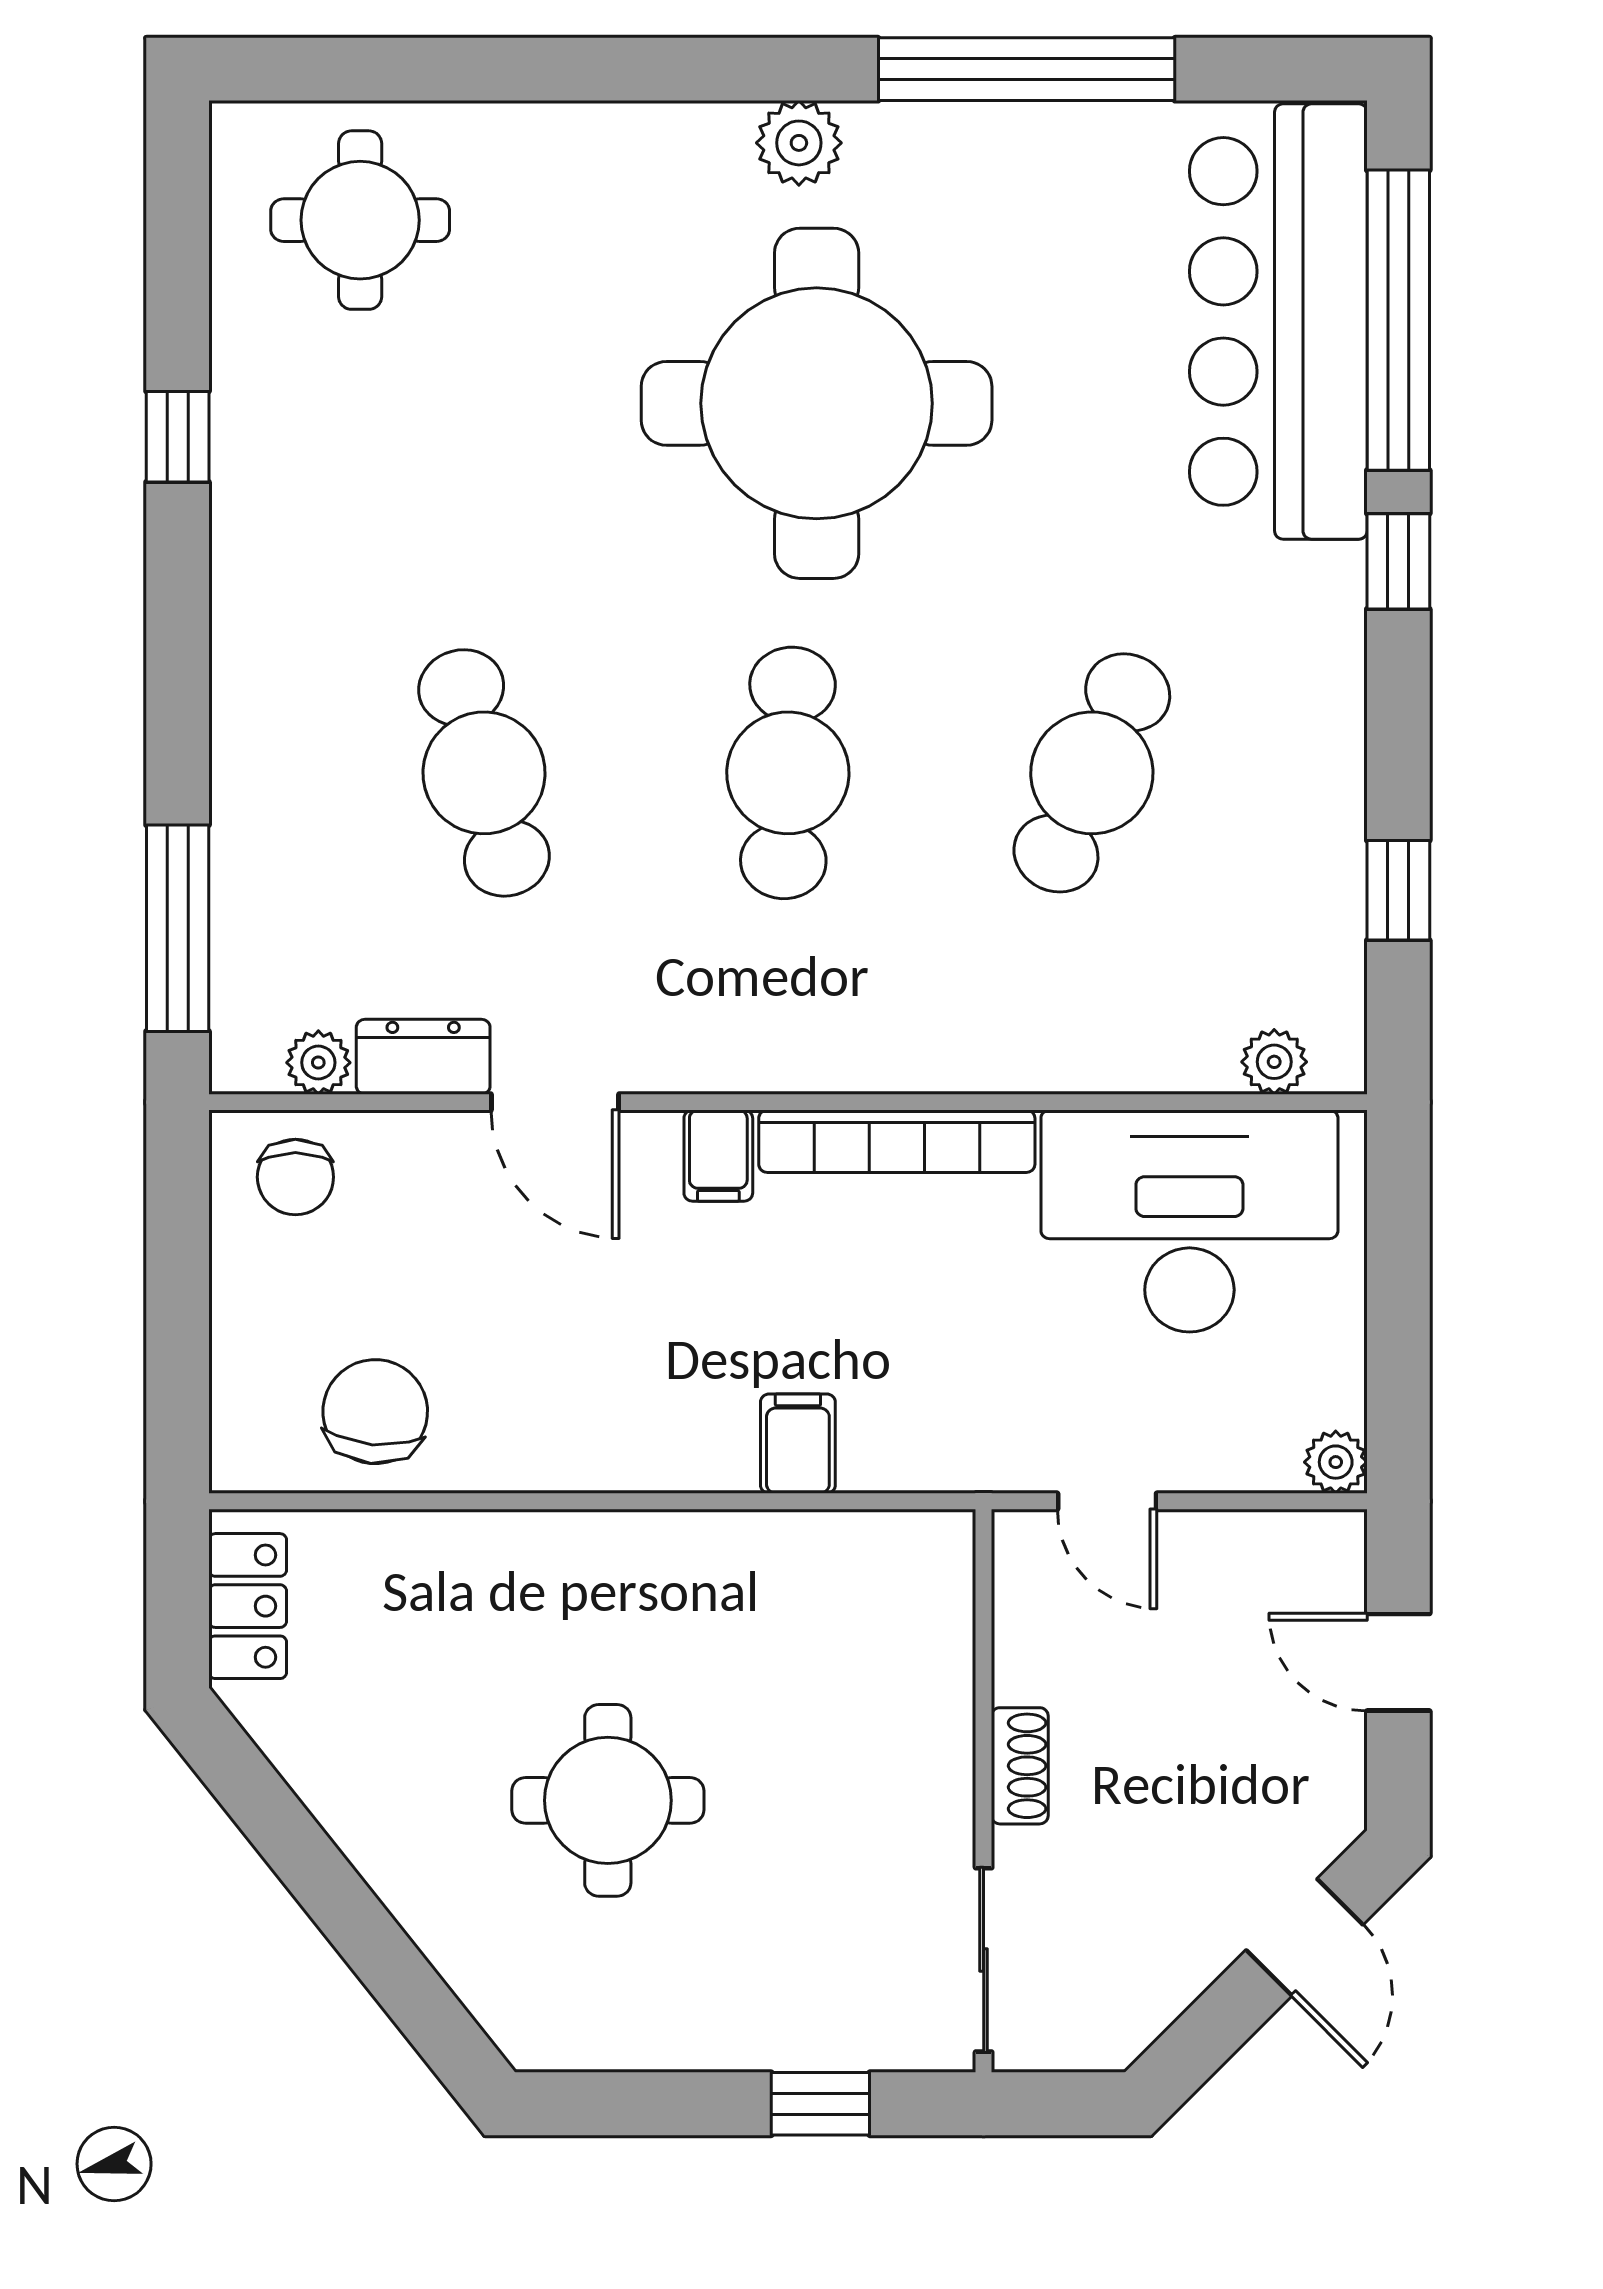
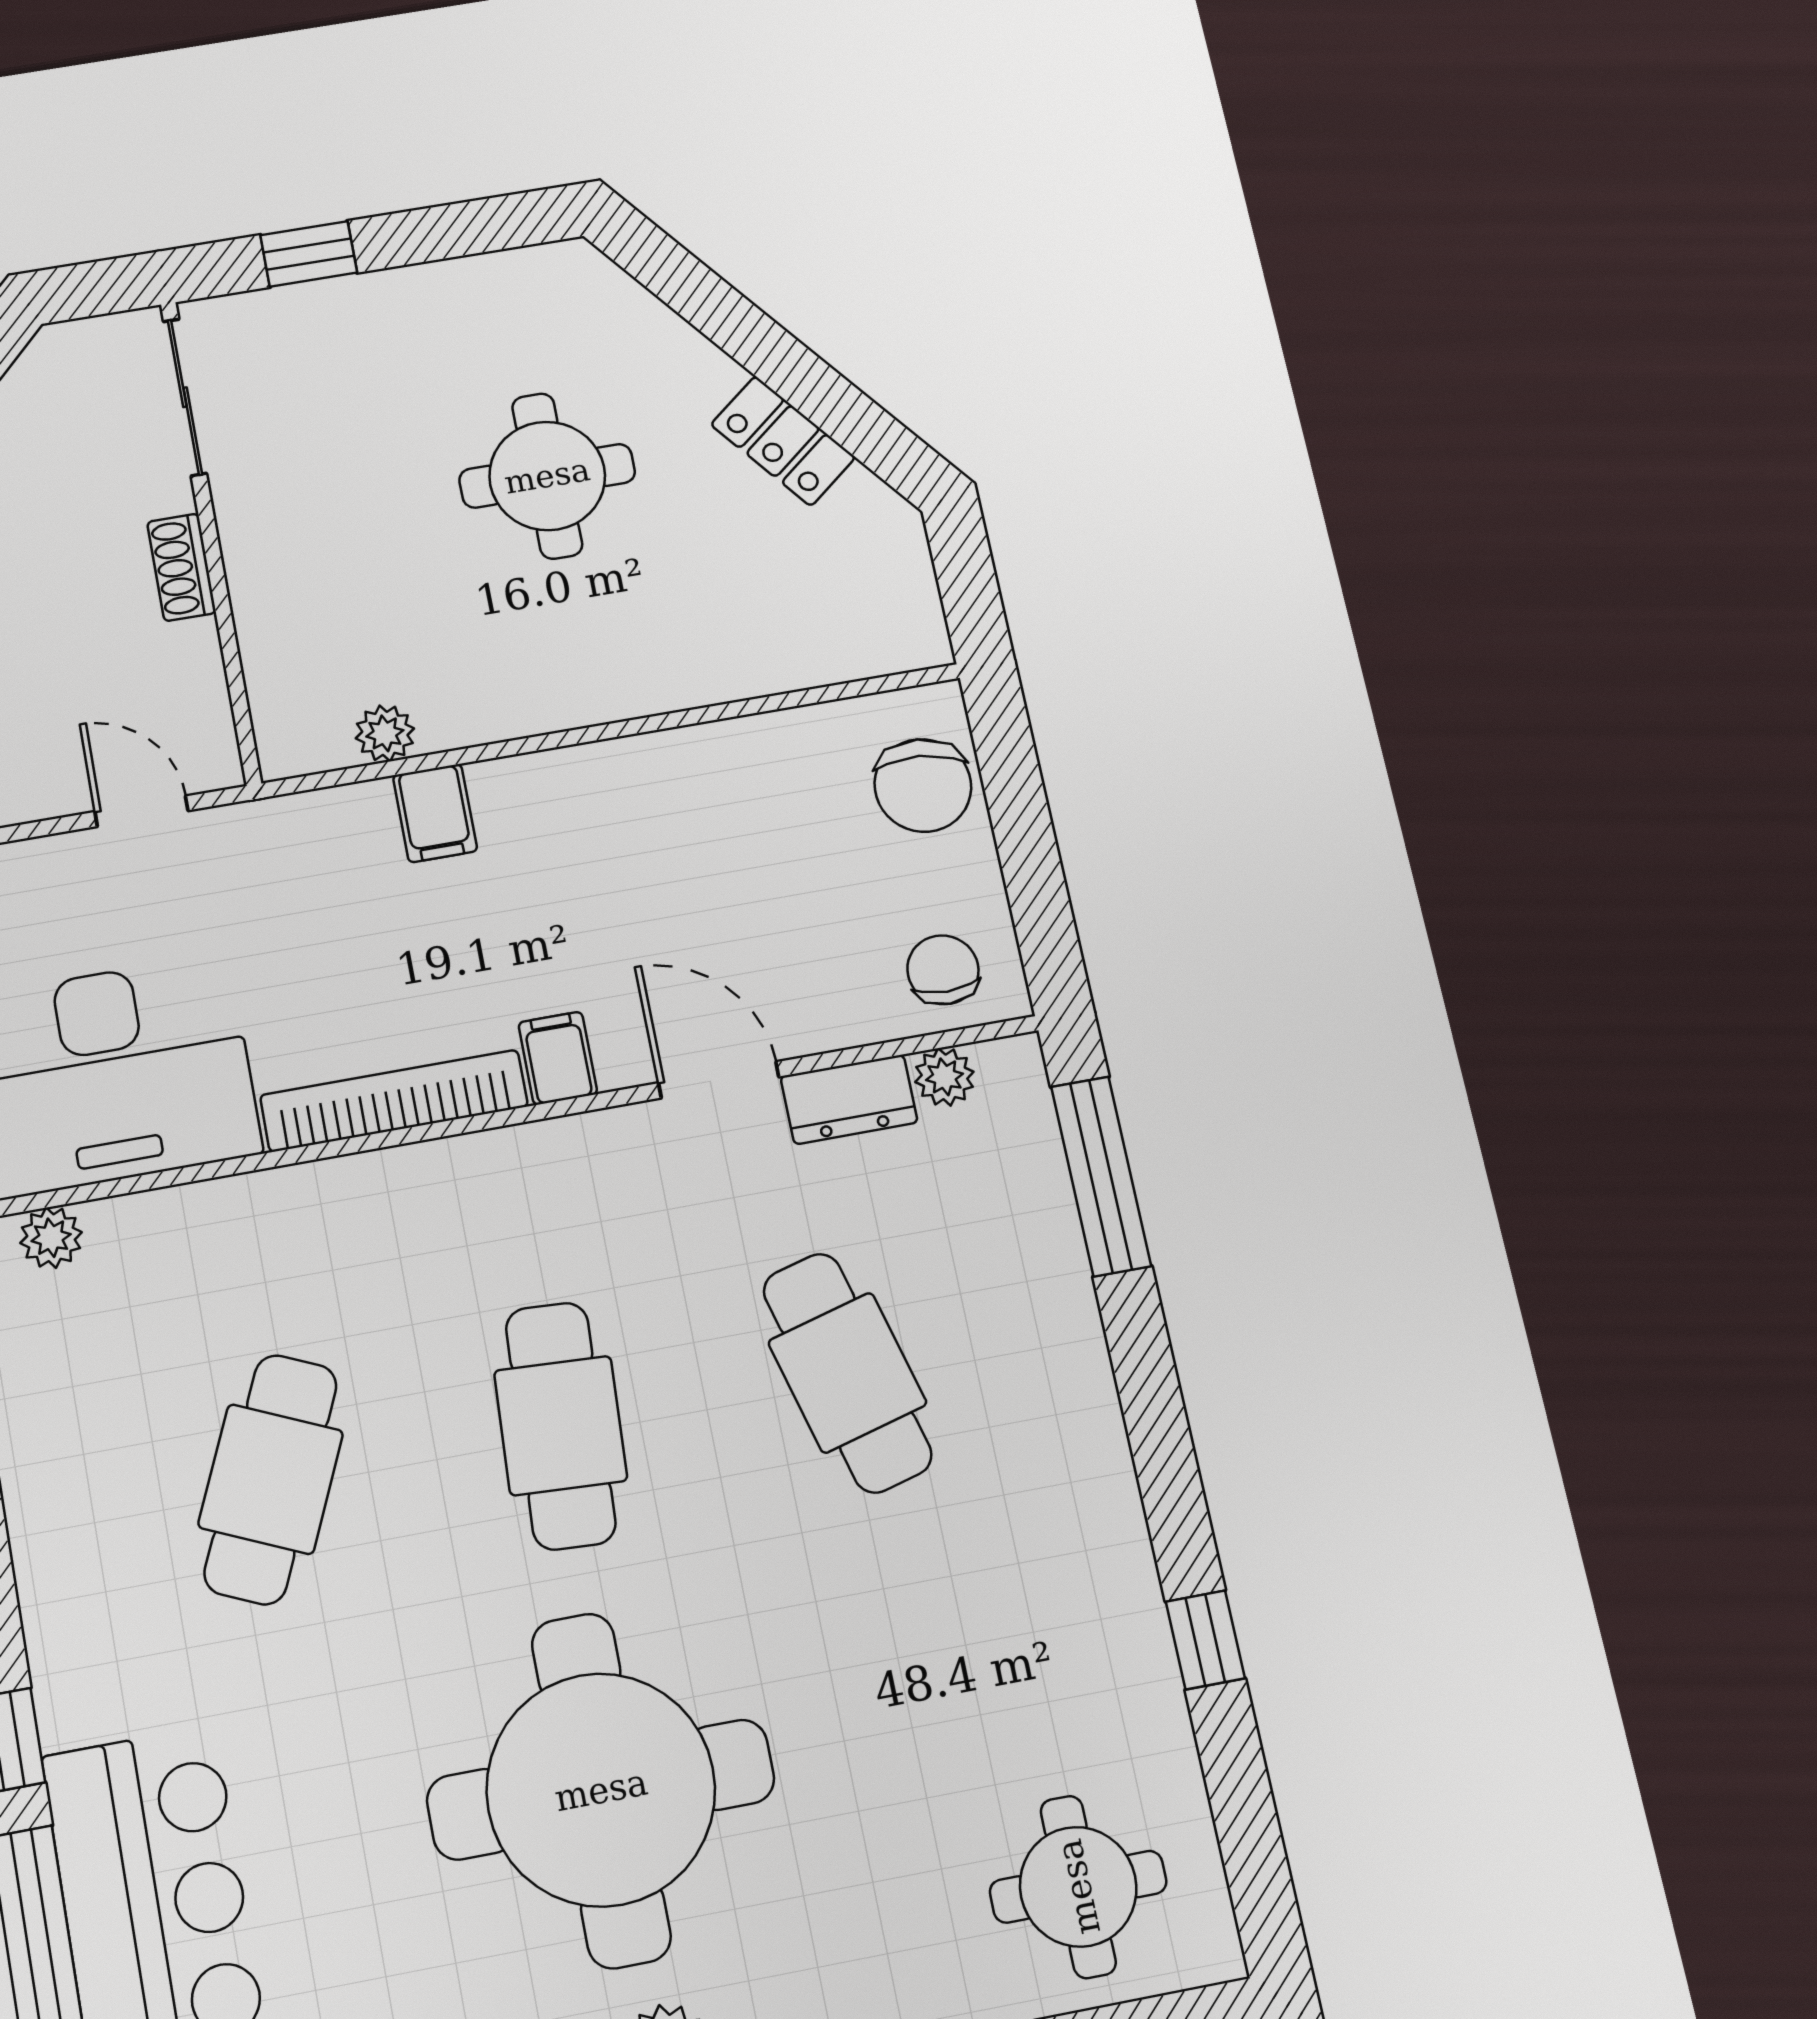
chair: (375, 1412) -> (923, 785), moved
plant: (835, 1541) -> (385, 733), added
locker: (248, 1606) -> (783, 441), moved, turned -39

